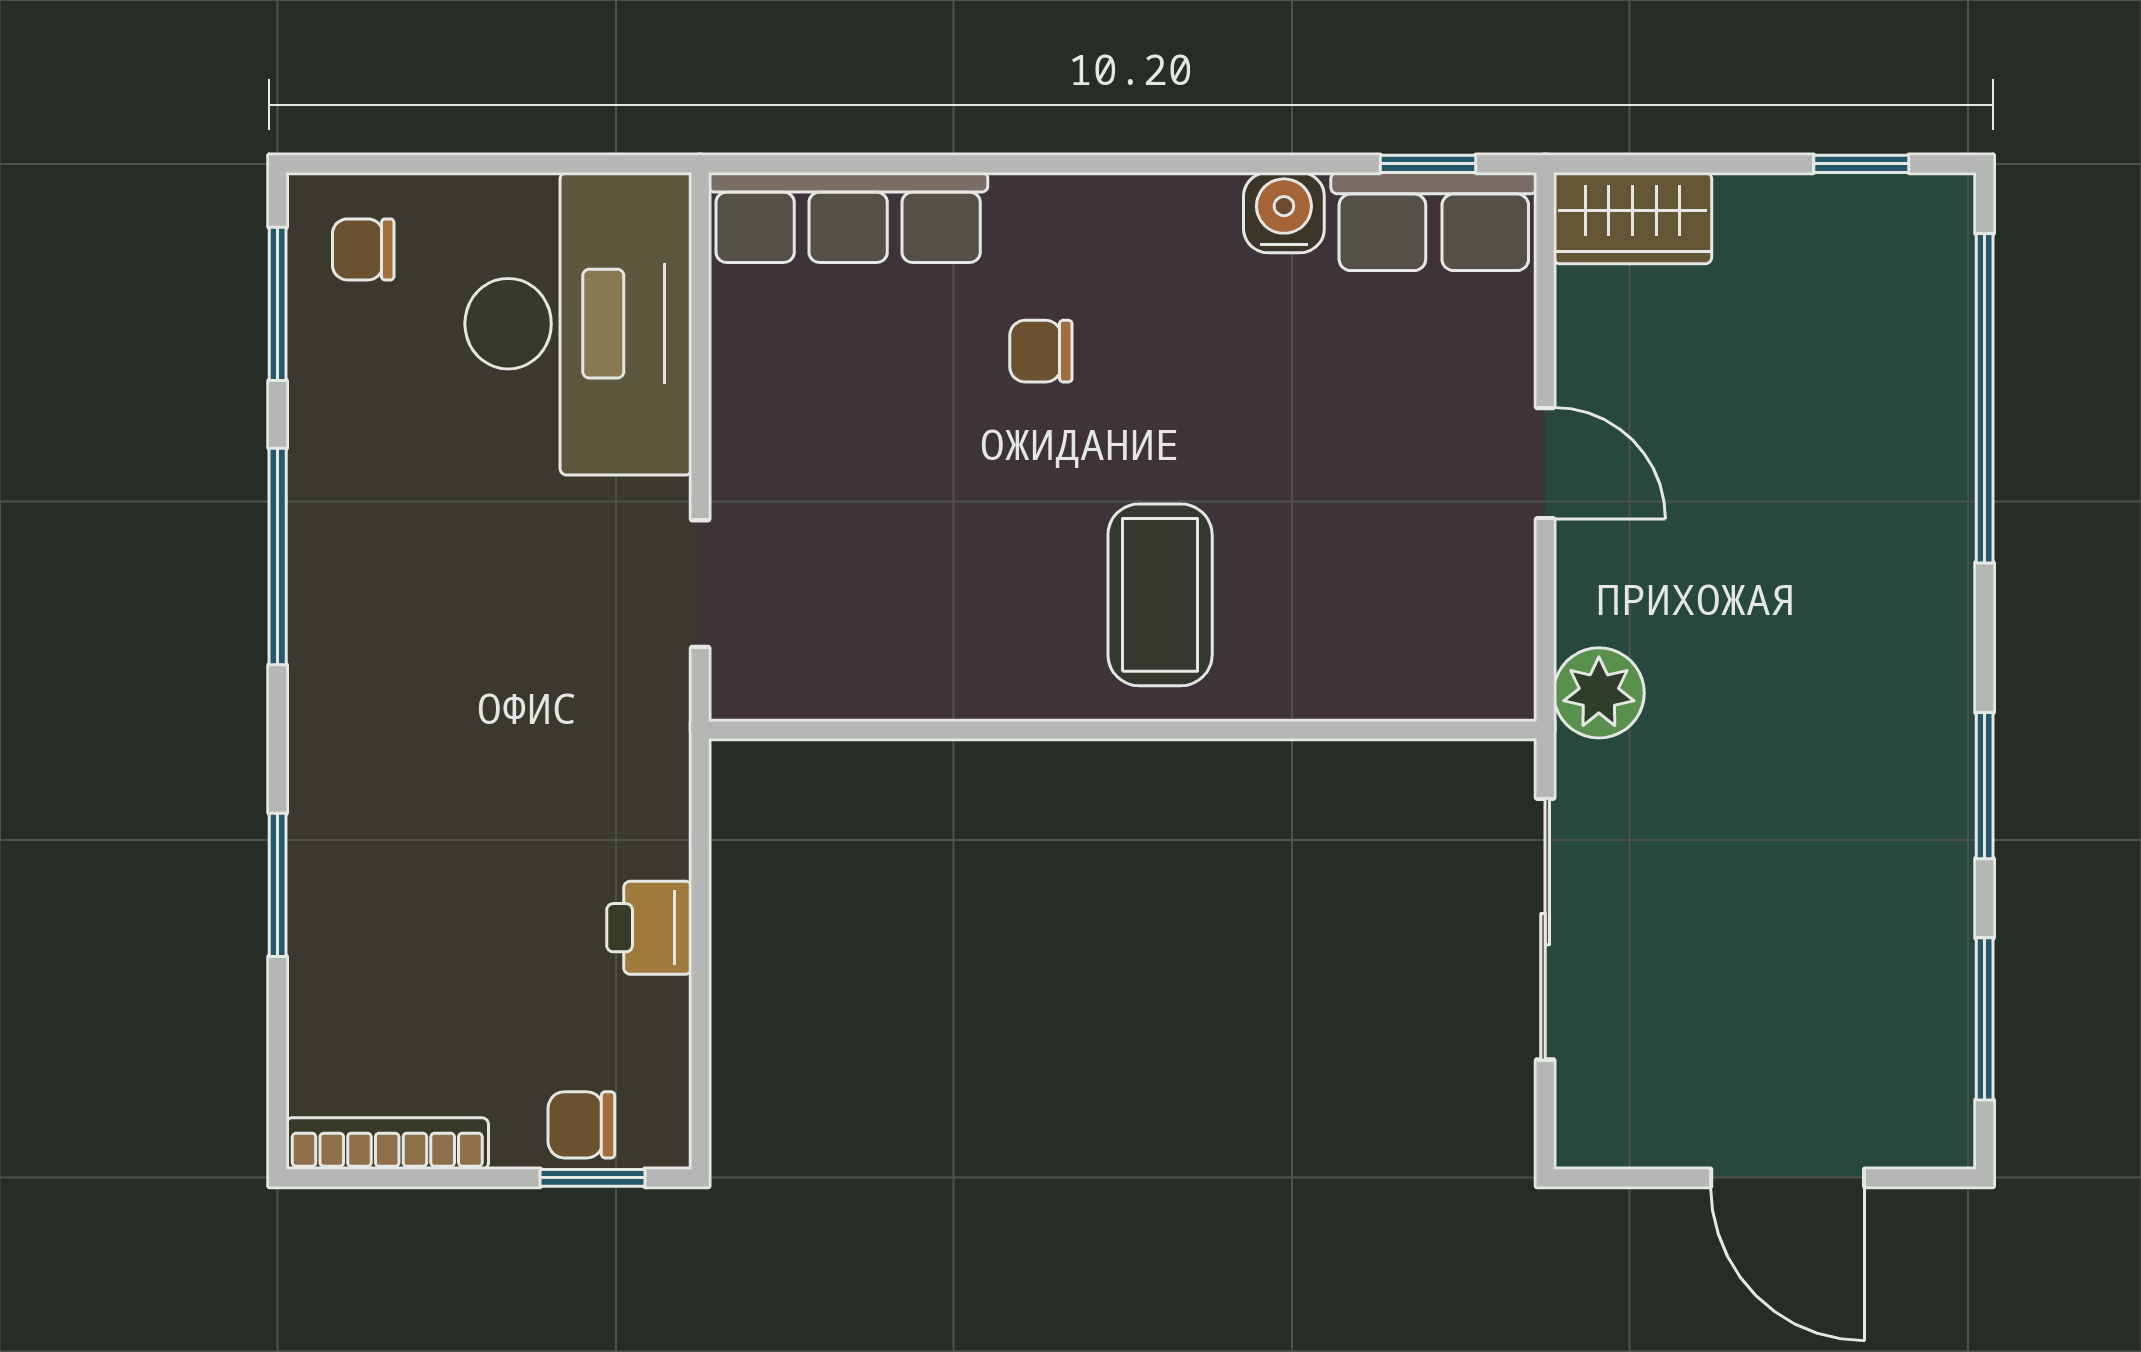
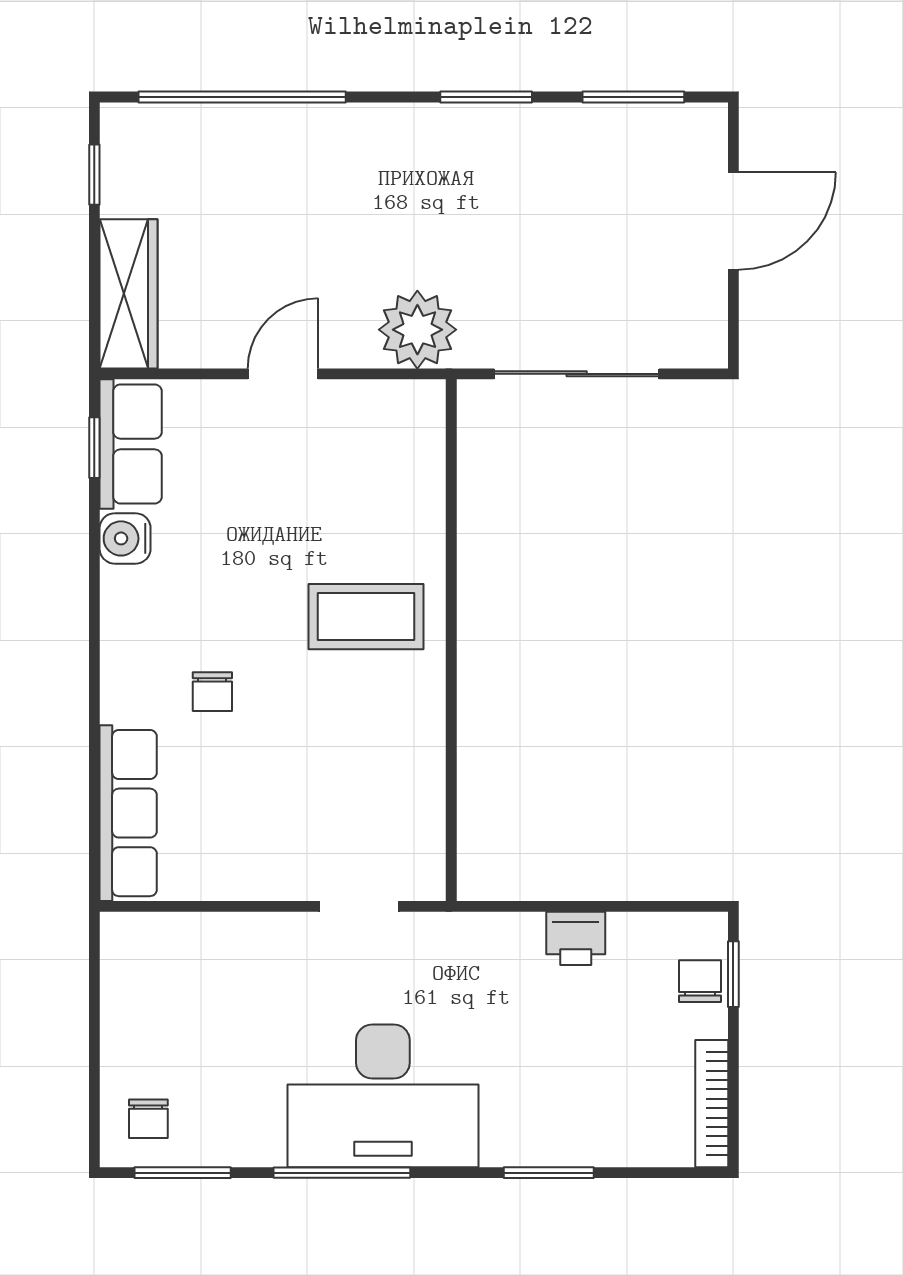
wardrobe: (1633, 218) -> (129, 294), width x1.50
desk: (578, 324) -> (383, 1096), moved, turned 180
plant: (1599, 693) -> (417, 330), width x1.36, depth x1.36
chair: (581, 1125) -> (700, 981), turned 180

